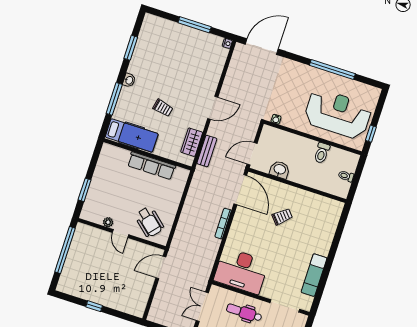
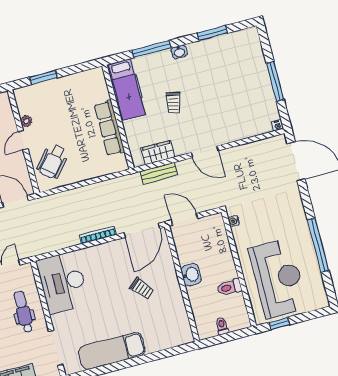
washbasin: (280, 170) -> (191, 275), moved
exam couch: (314, 275) -> (112, 351), width x1.36, depth x1.45

